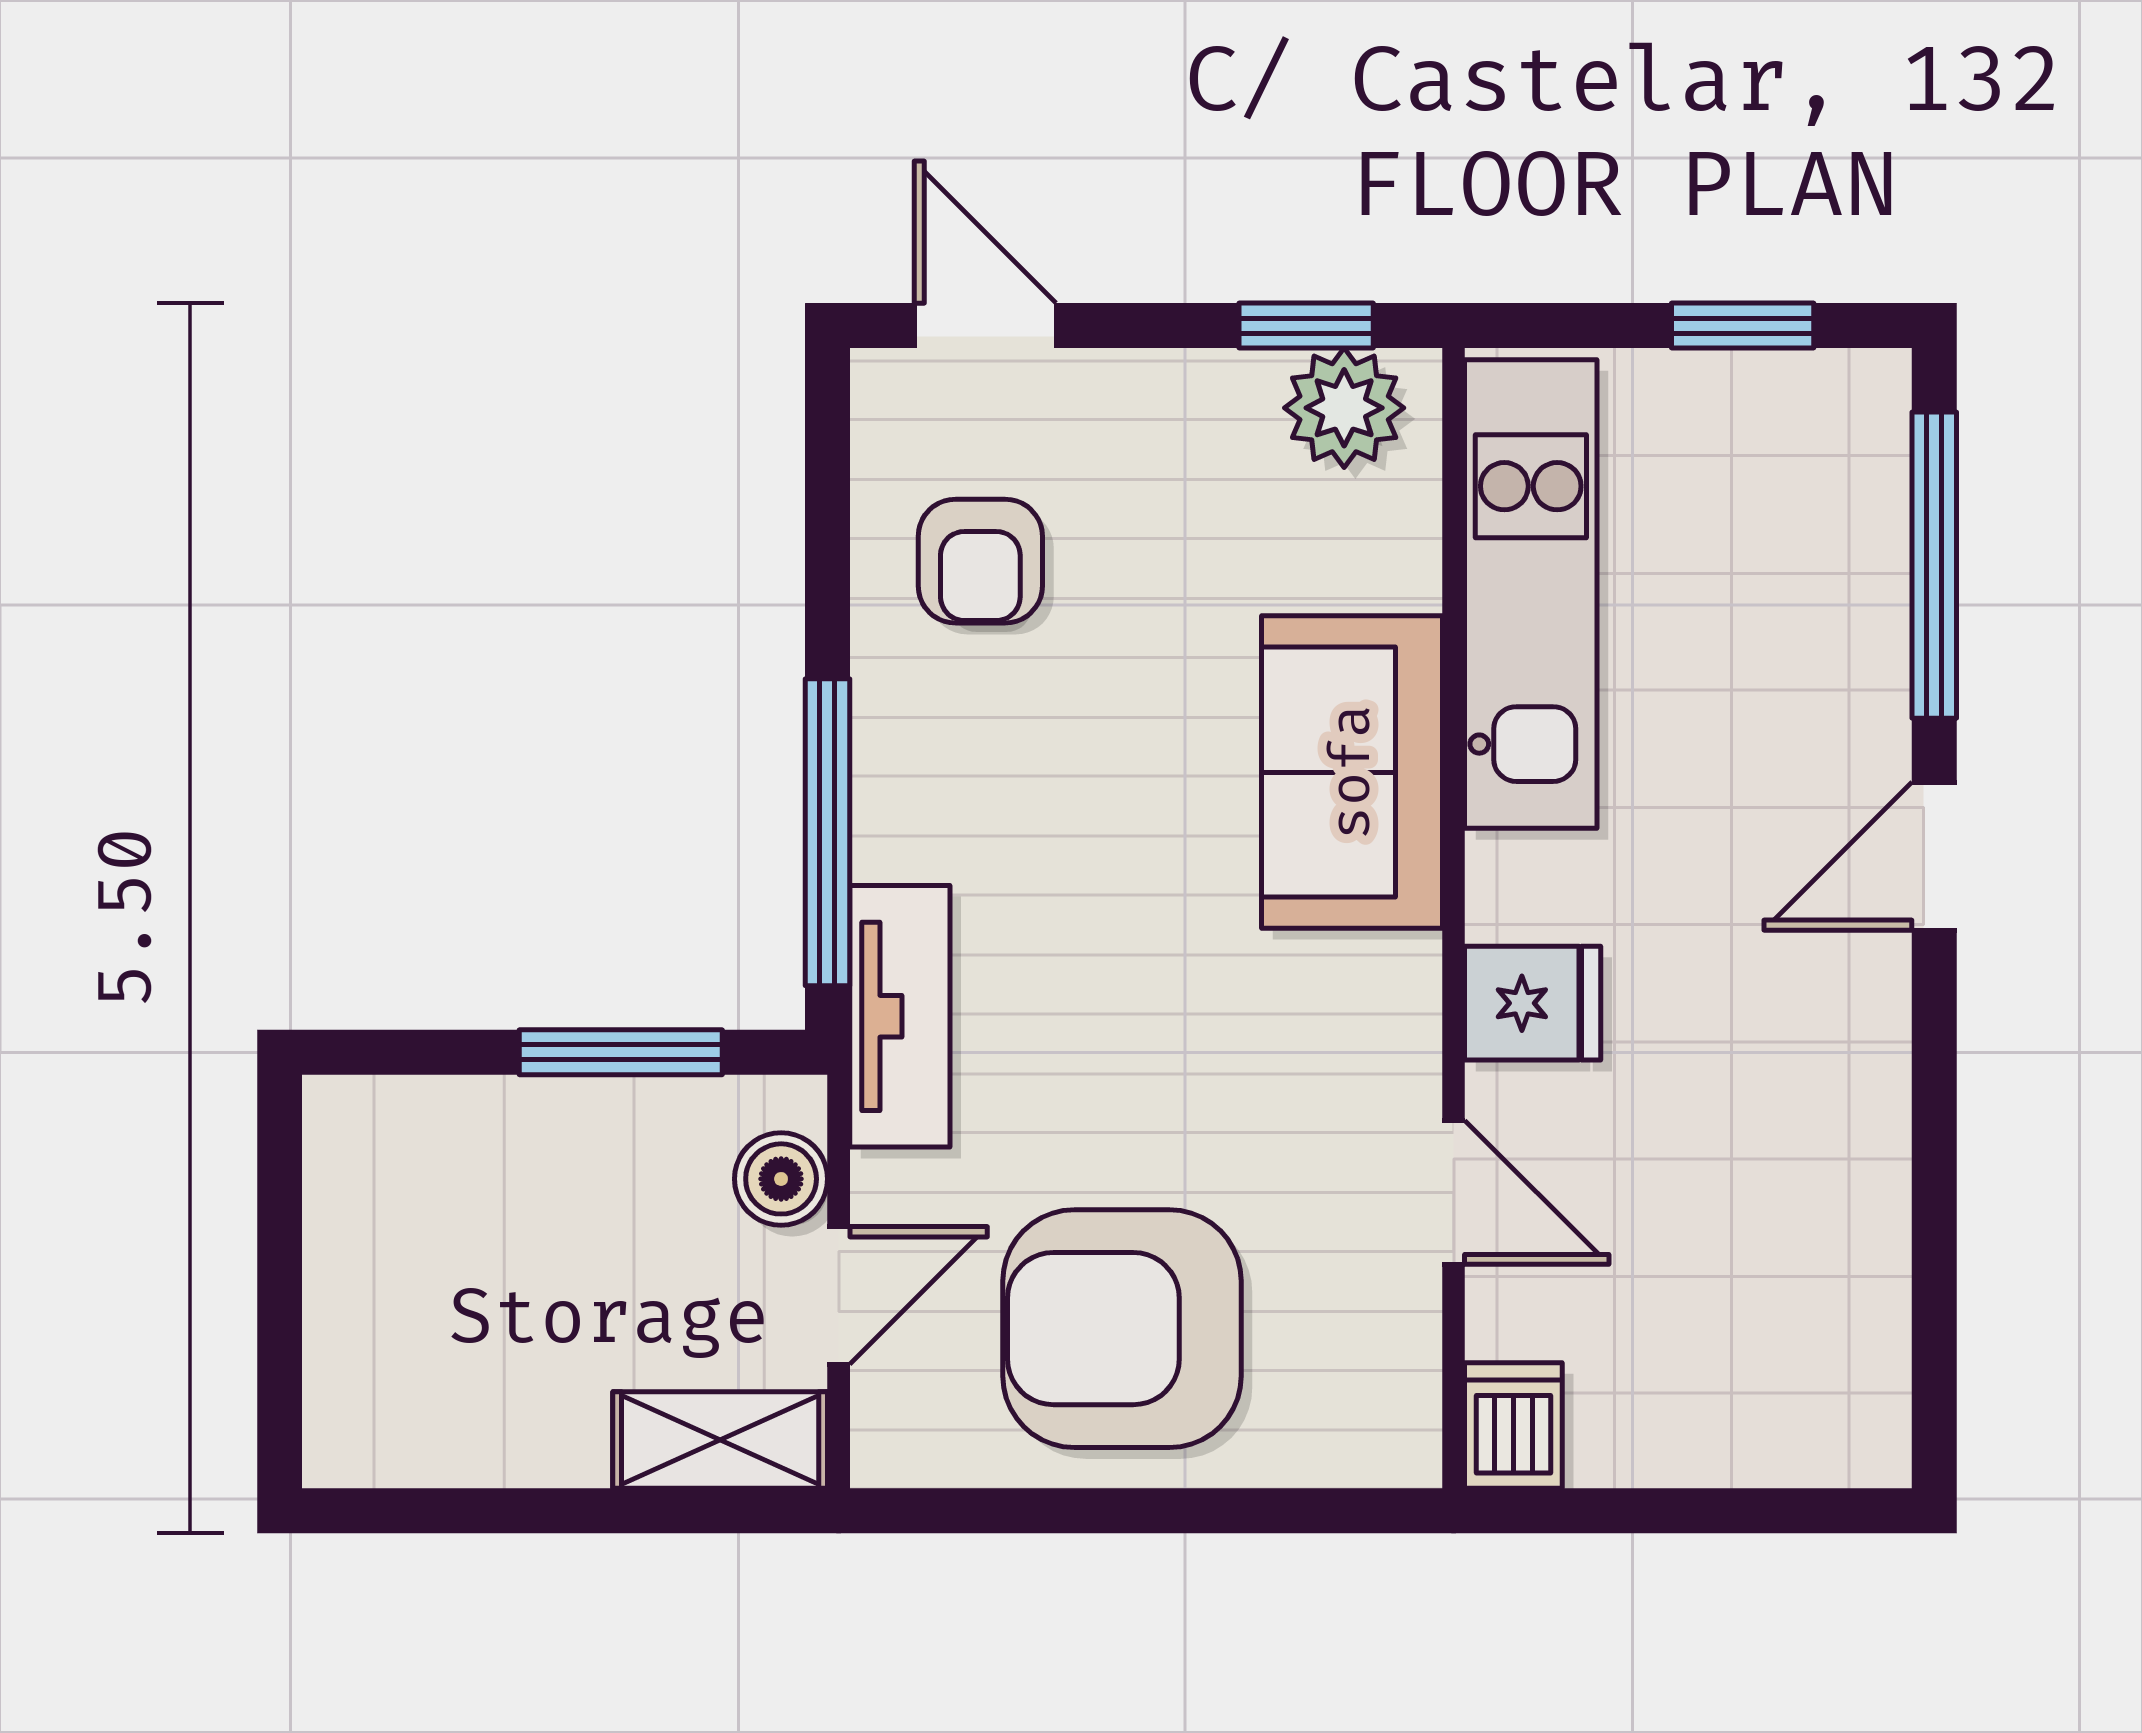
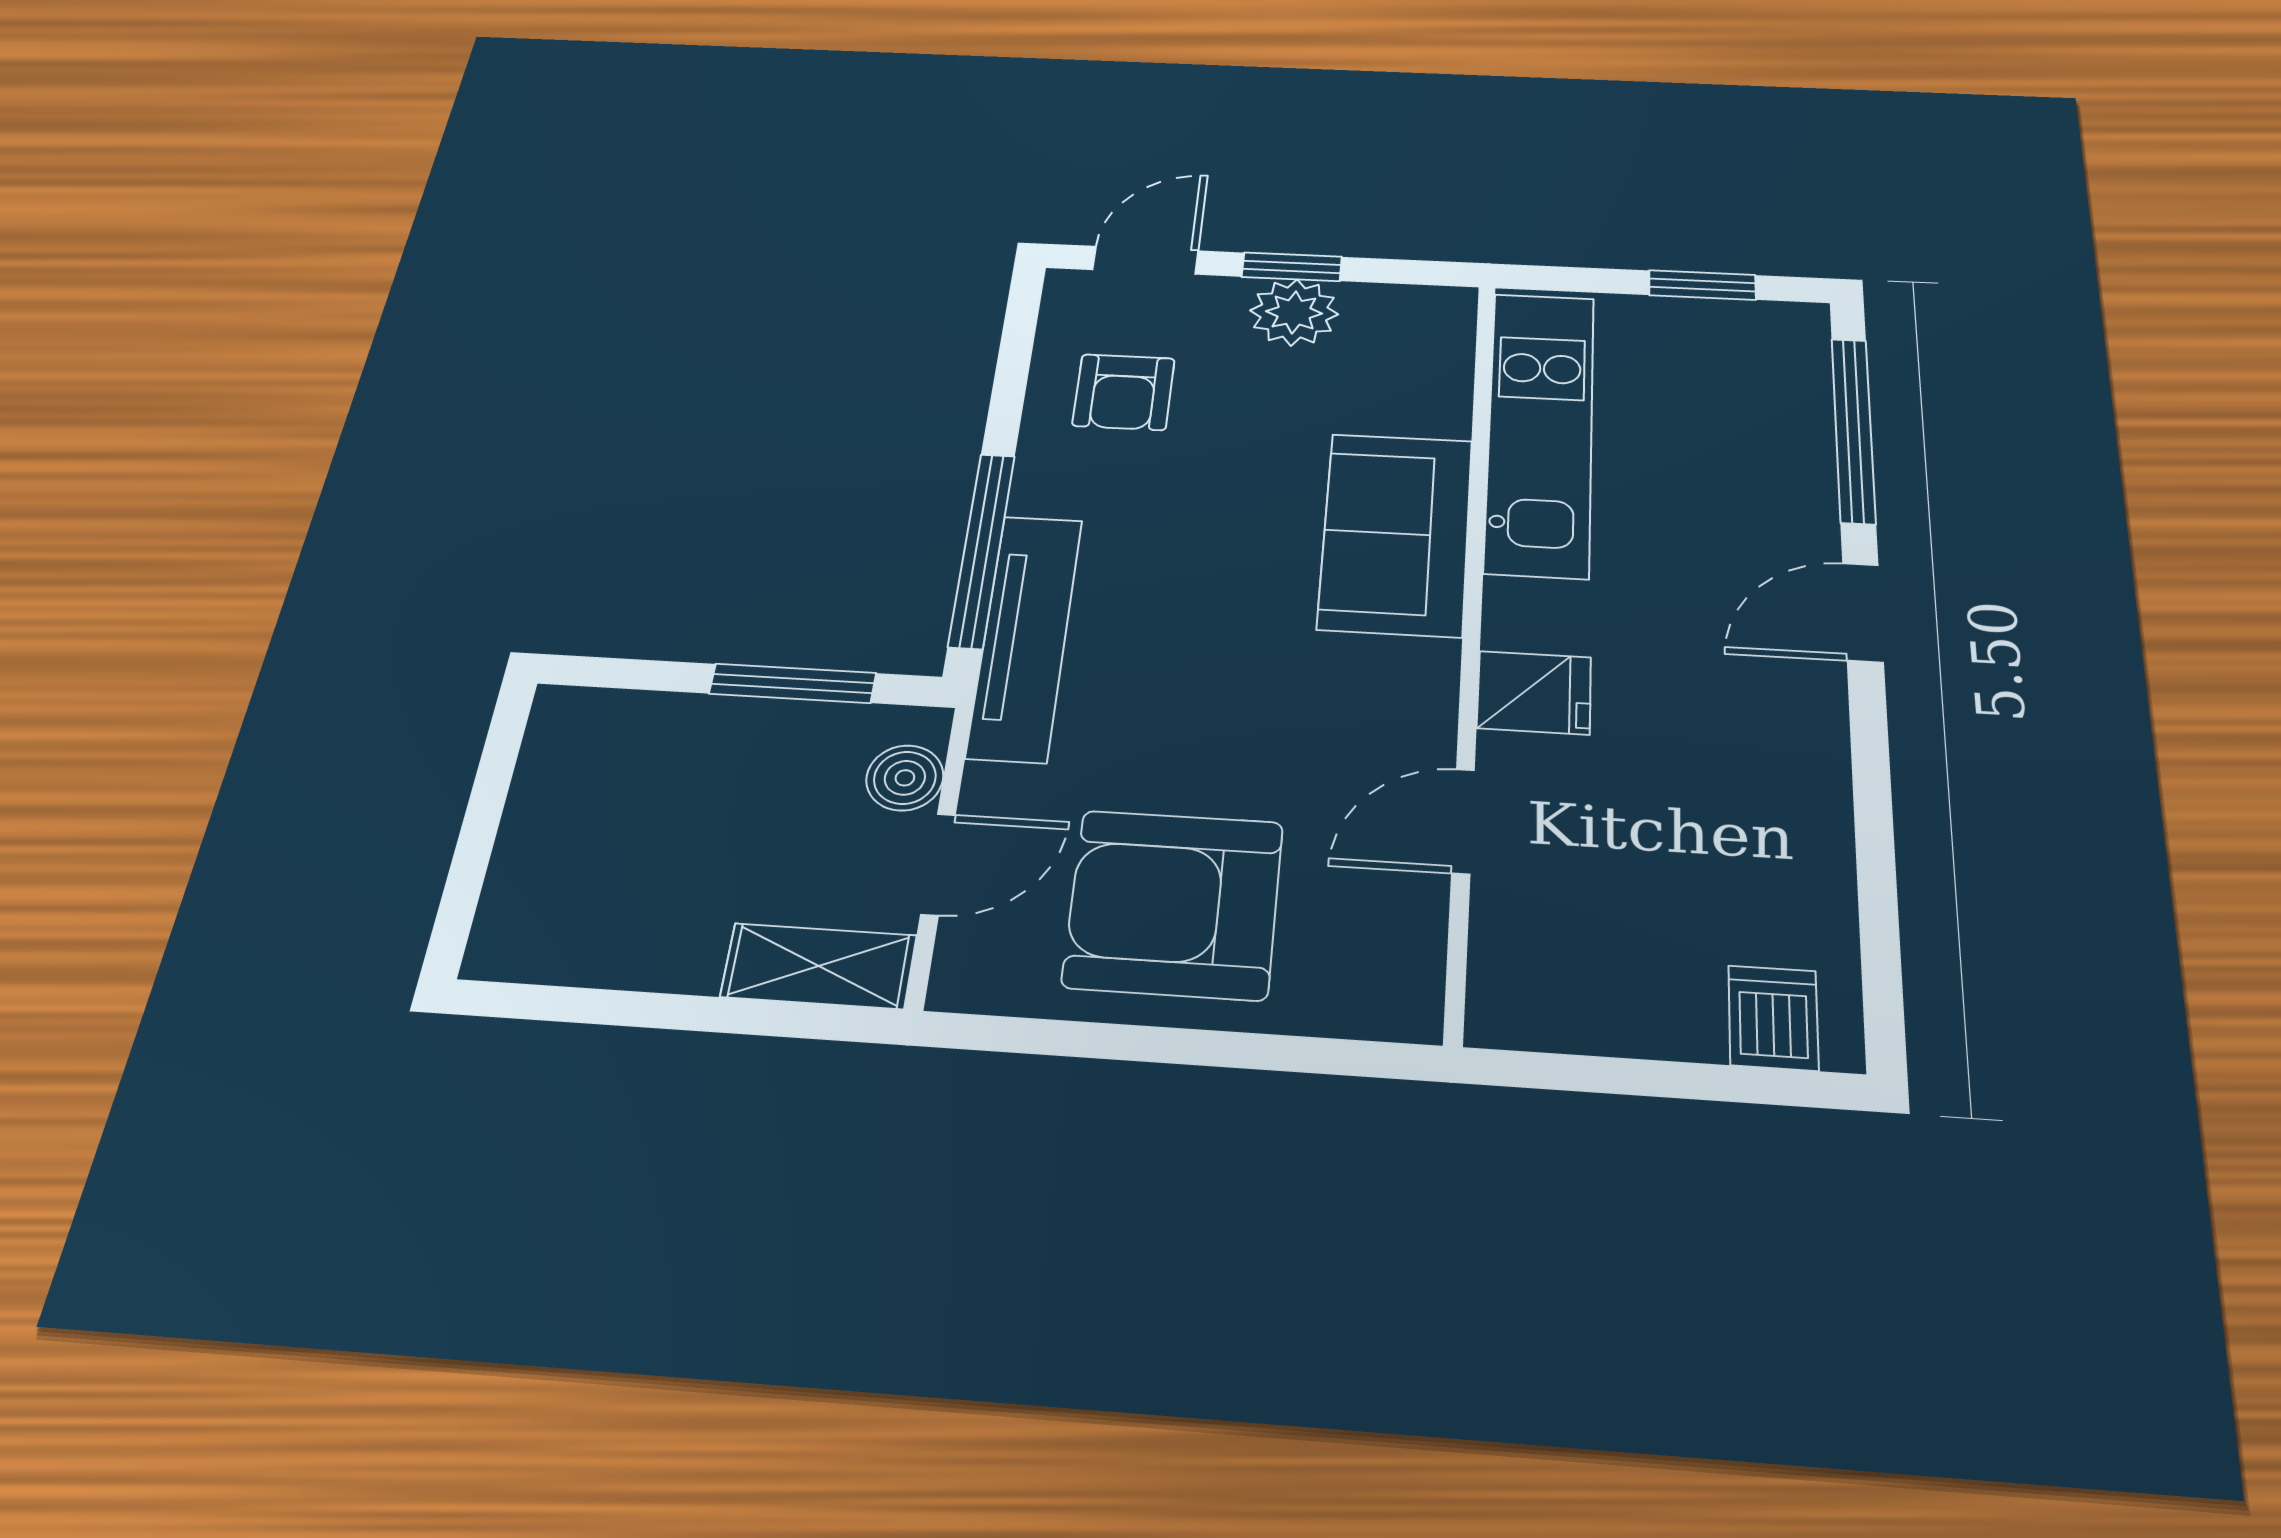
door: (985, 326) -> (1145, 260), hinge flipped
window: (1306, 326) -> (1292, 267), moved
plant: (1344, 408) -> (1294, 312), moved
tv unit: (900, 1016) -> (1025, 637), width x1.41
door: (1454, 1192) -> (1463, 821), swing flipped
dishwasher: (1513, 1425) -> (1773, 1018), moved

